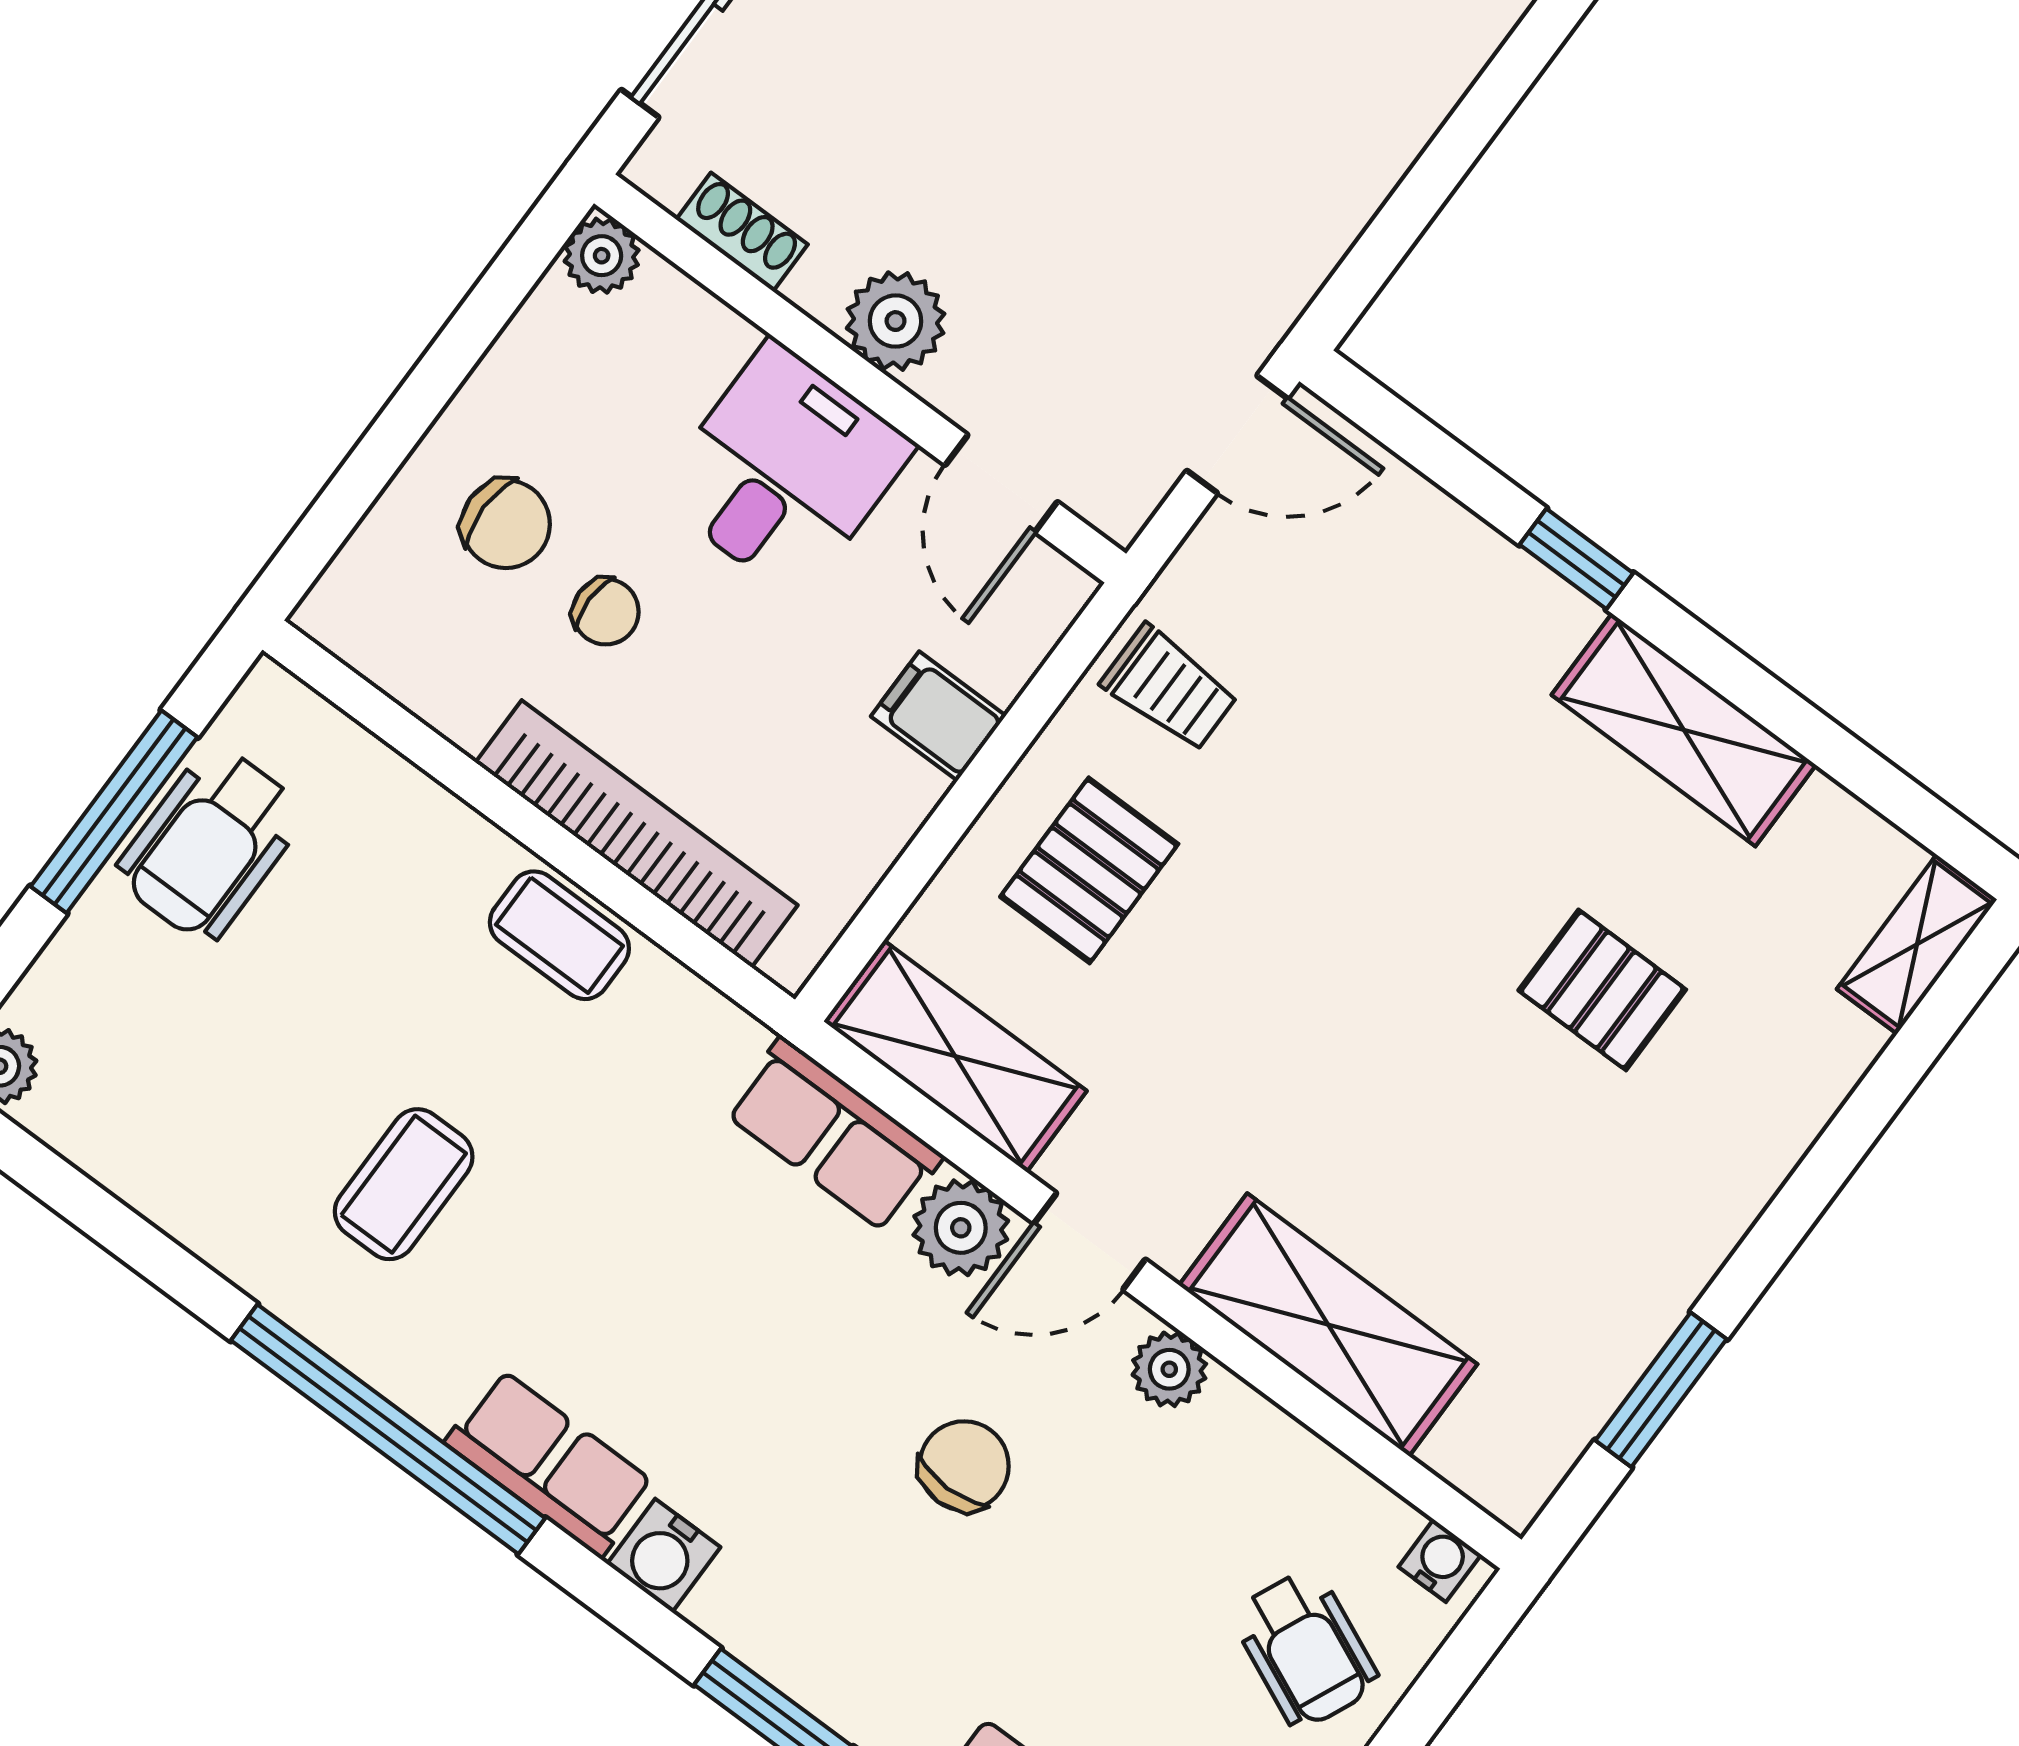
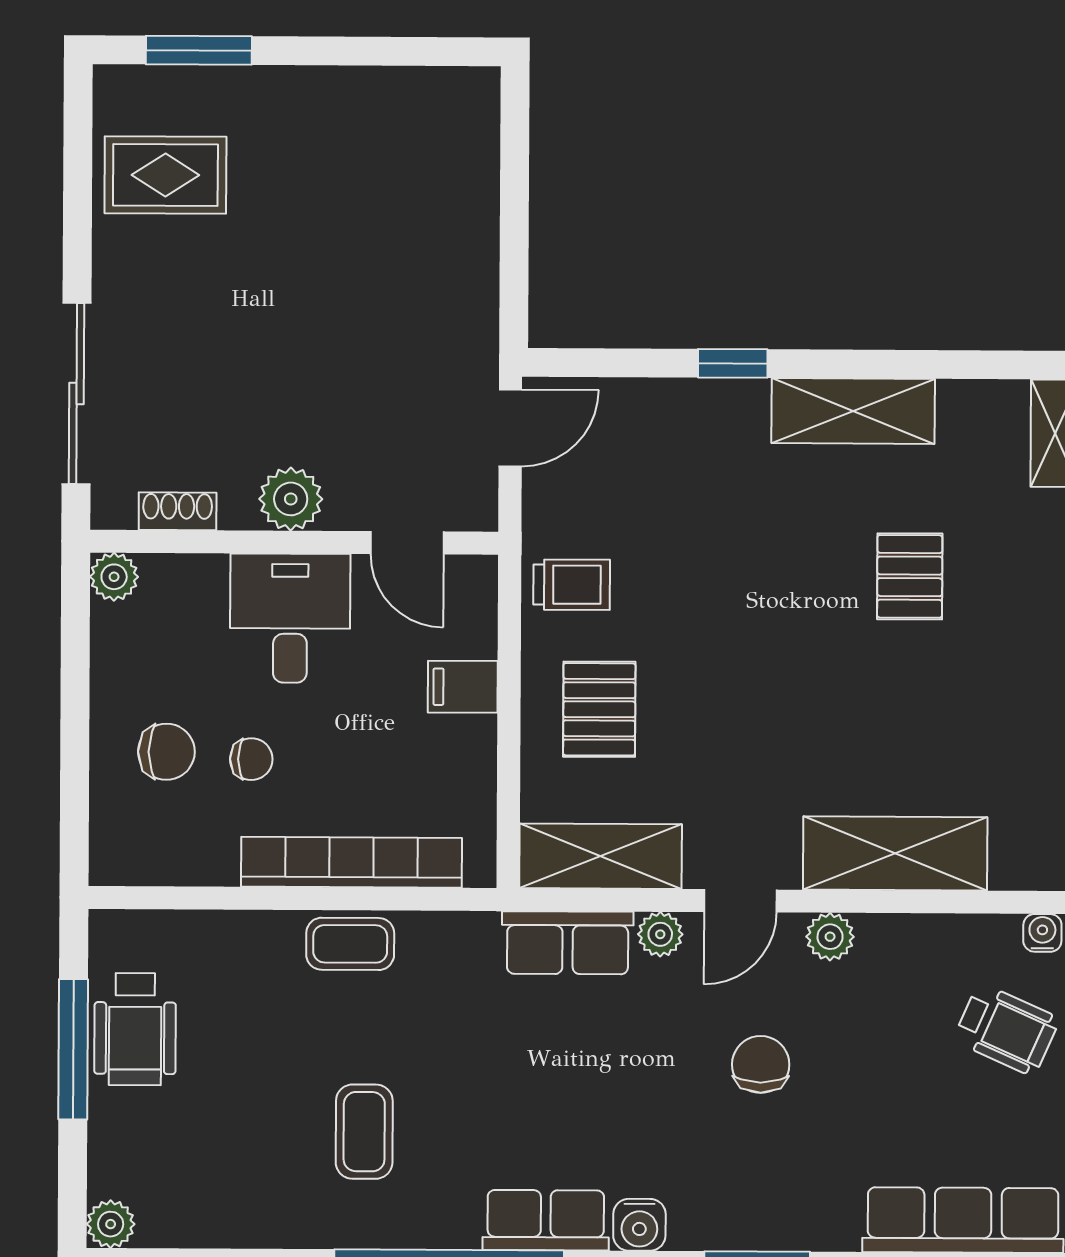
pallet: (1602, 990) -> (910, 576), turned 90
plant: (961, 1228) -> (660, 934), width x0.73, depth x0.73

